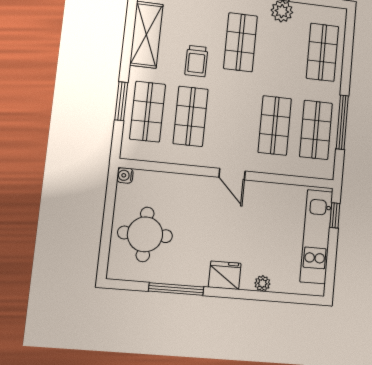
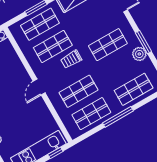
trolley: (196, 61) -> (71, 59), moved
window: (342, 122) -> (118, 117), moved

